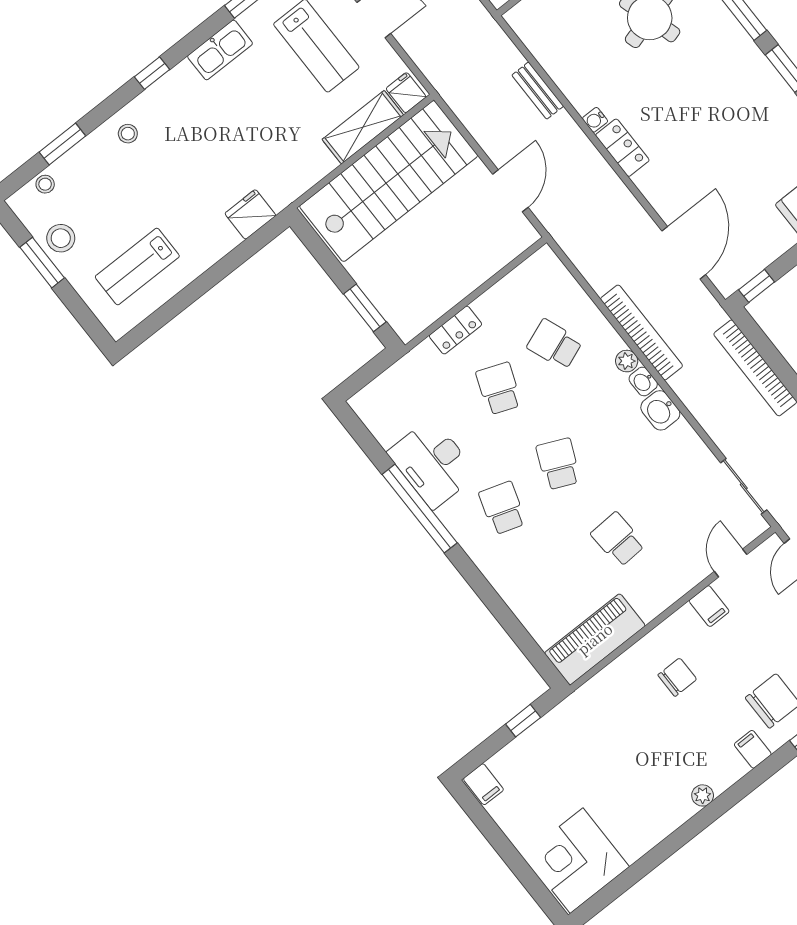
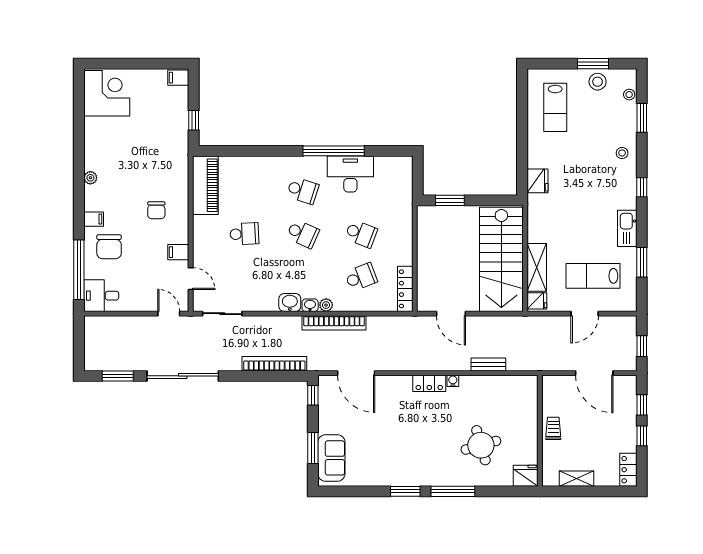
lab bench: (137, 266) -> (555, 107), turned 180
locker: (455, 330) -> (405, 289), moved, width x1.53

